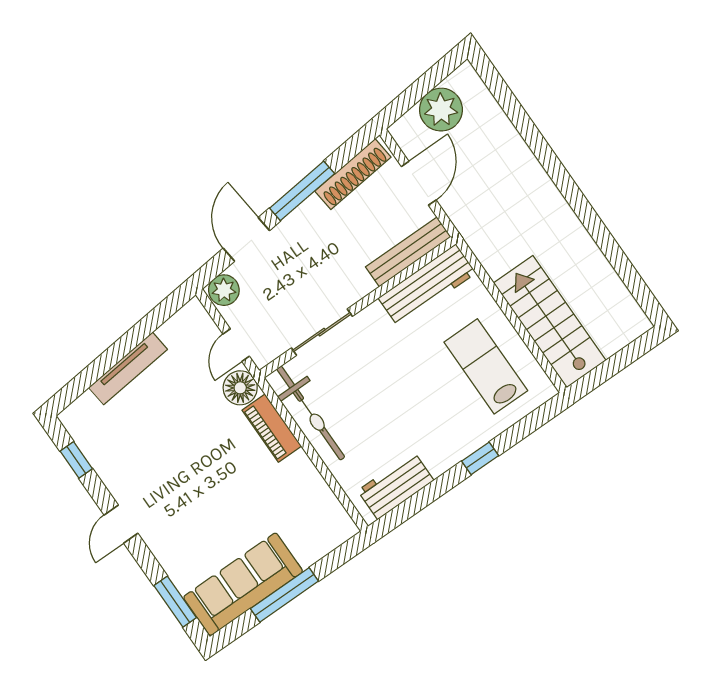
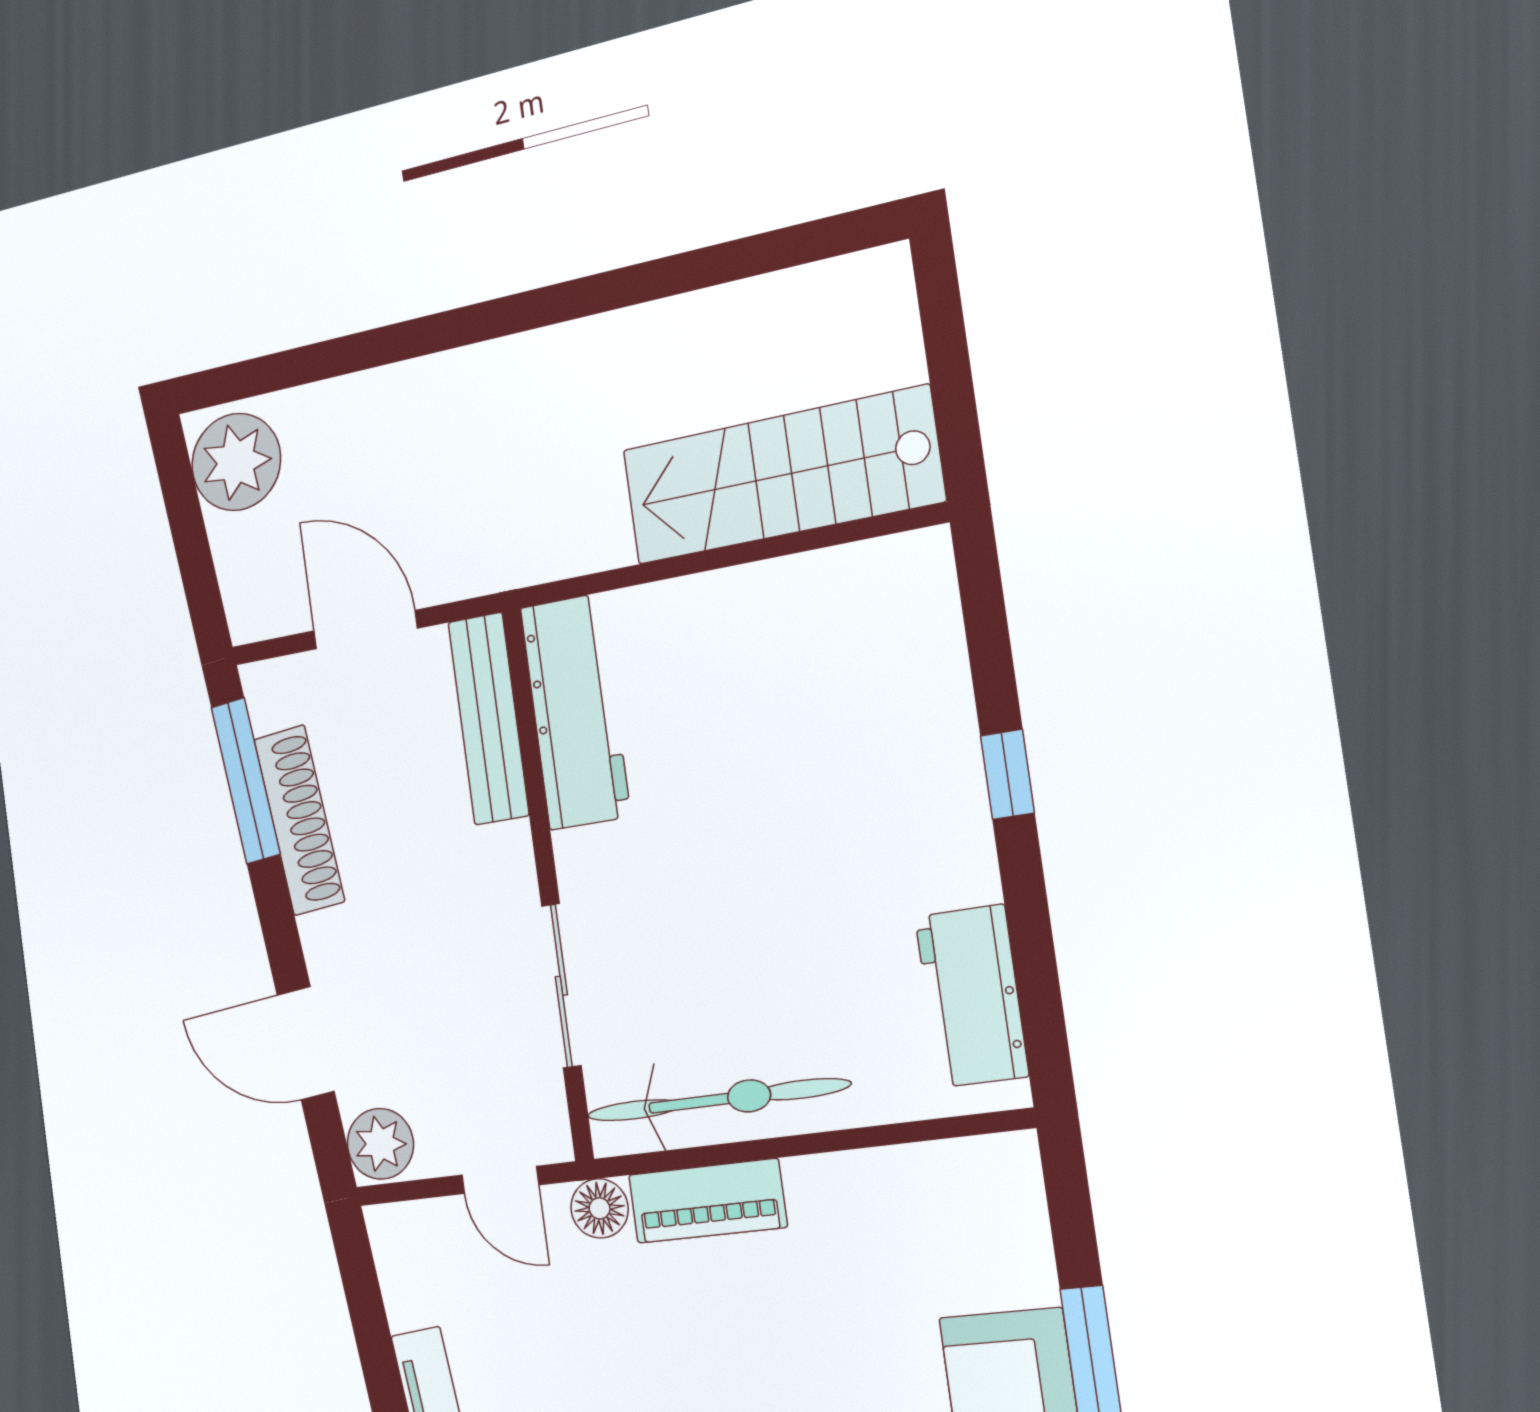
plant: (441, 110) -> (236, 462), moved
shoe rack: (353, 174) -> (299, 820), moved
window: (302, 191) -> (246, 781), moved
lab bench: (486, 366) -> (808, 664), removed
floor lamp: (240, 388) -> (600, 1208), width x0.73, depth x0.73

